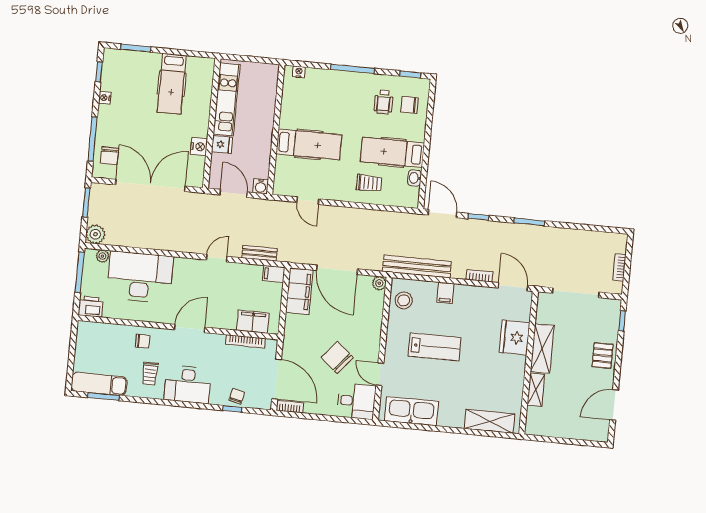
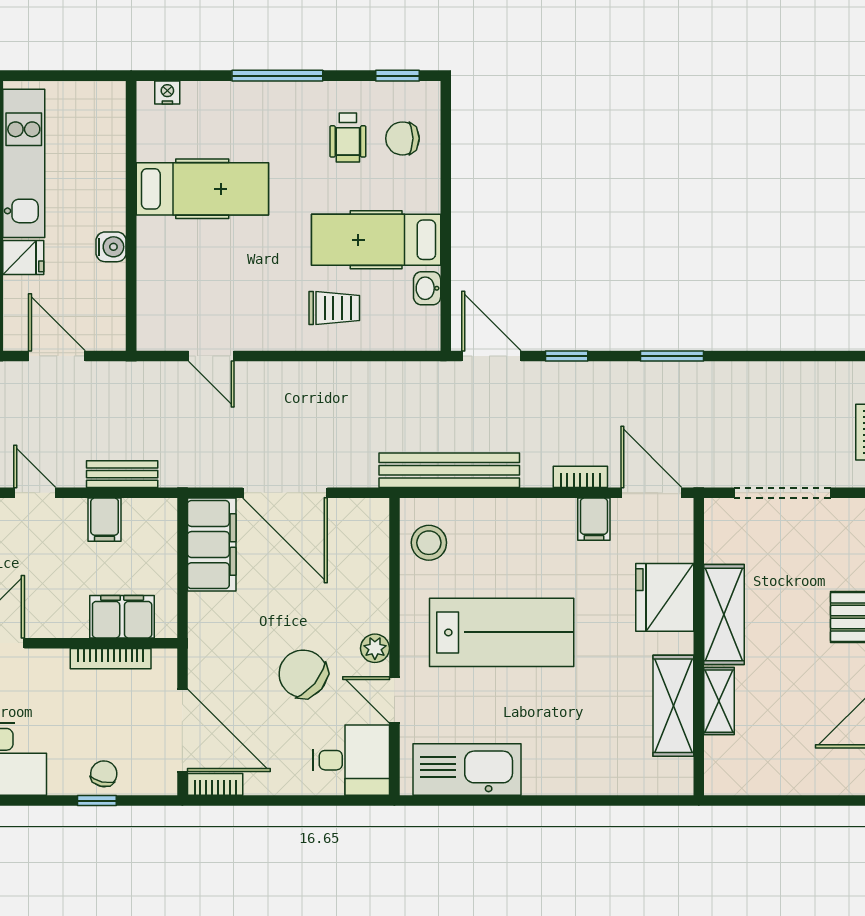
hospital bed: (309, 144) -> (202, 189), moved
water cooler: (261, 186) -> (111, 247), moved, turned -90
door: (217, 258) -> (35, 493), hinge flipped
filing cabinet: (274, 274) -> (105, 520), moved, turned -90
plant: (379, 283) -> (375, 648), moved
filing cabinet: (445, 293) -> (594, 519), moved
lab bench: (434, 347) -> (502, 632), width x1.36, depth x1.39
shelving: (489, 421) -> (673, 706), moved, turned 90

